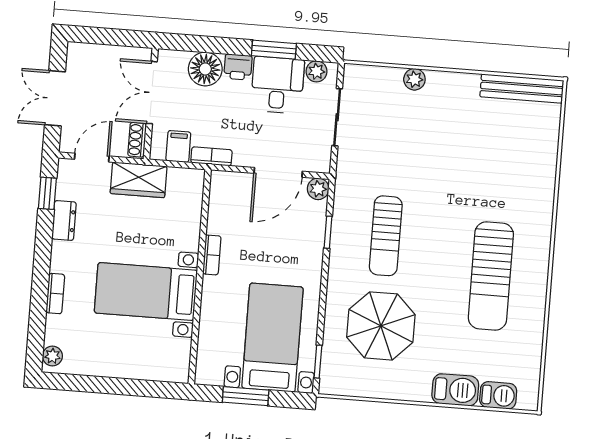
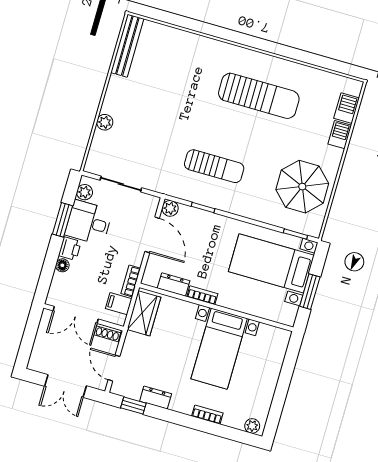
floor lamp: (205, 69) -> (62, 265), width x0.53, depth x0.53
wardrobe: (139, 180) -> (144, 313), moved
dresser: (218, 214) -> (174, 284), added
parasol: (381, 326) -> (302, 187), moved
barbecue: (455, 390) -> (340, 135), width x0.73, depth x0.79

